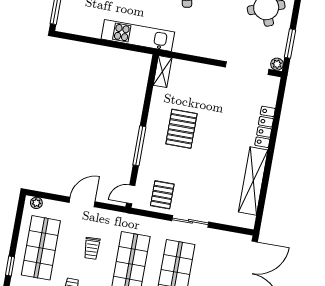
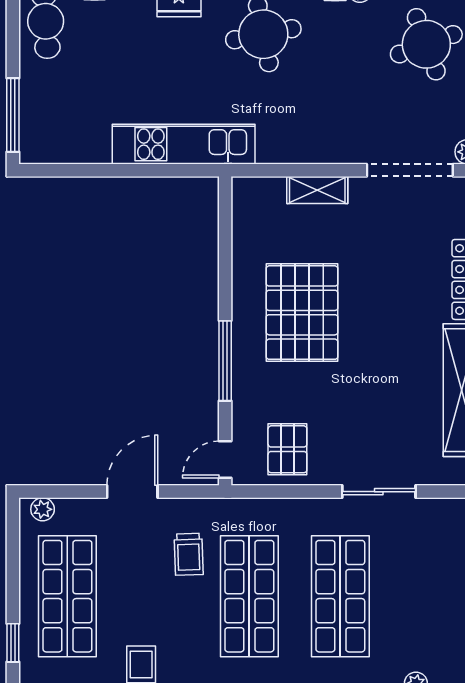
shelving: (163, 72) -> (317, 190), moved, turned 90
pallet: (181, 129) -> (302, 313), width x1.37, depth x1.41
sliding door: (190, 221) -> (379, 492), moved
trolley: (92, 248) -> (189, 554), moved

